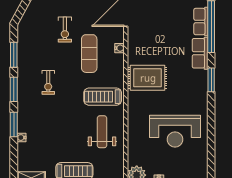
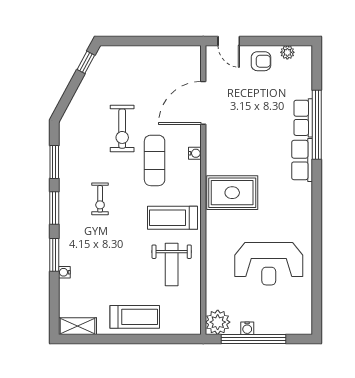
exercise bike: (65, 30) -> (122, 129), width x1.38, depth x1.39
window: (211, 80) -> (317, 196), removed
weight bench: (102, 132) -> (172, 265), turned 180

